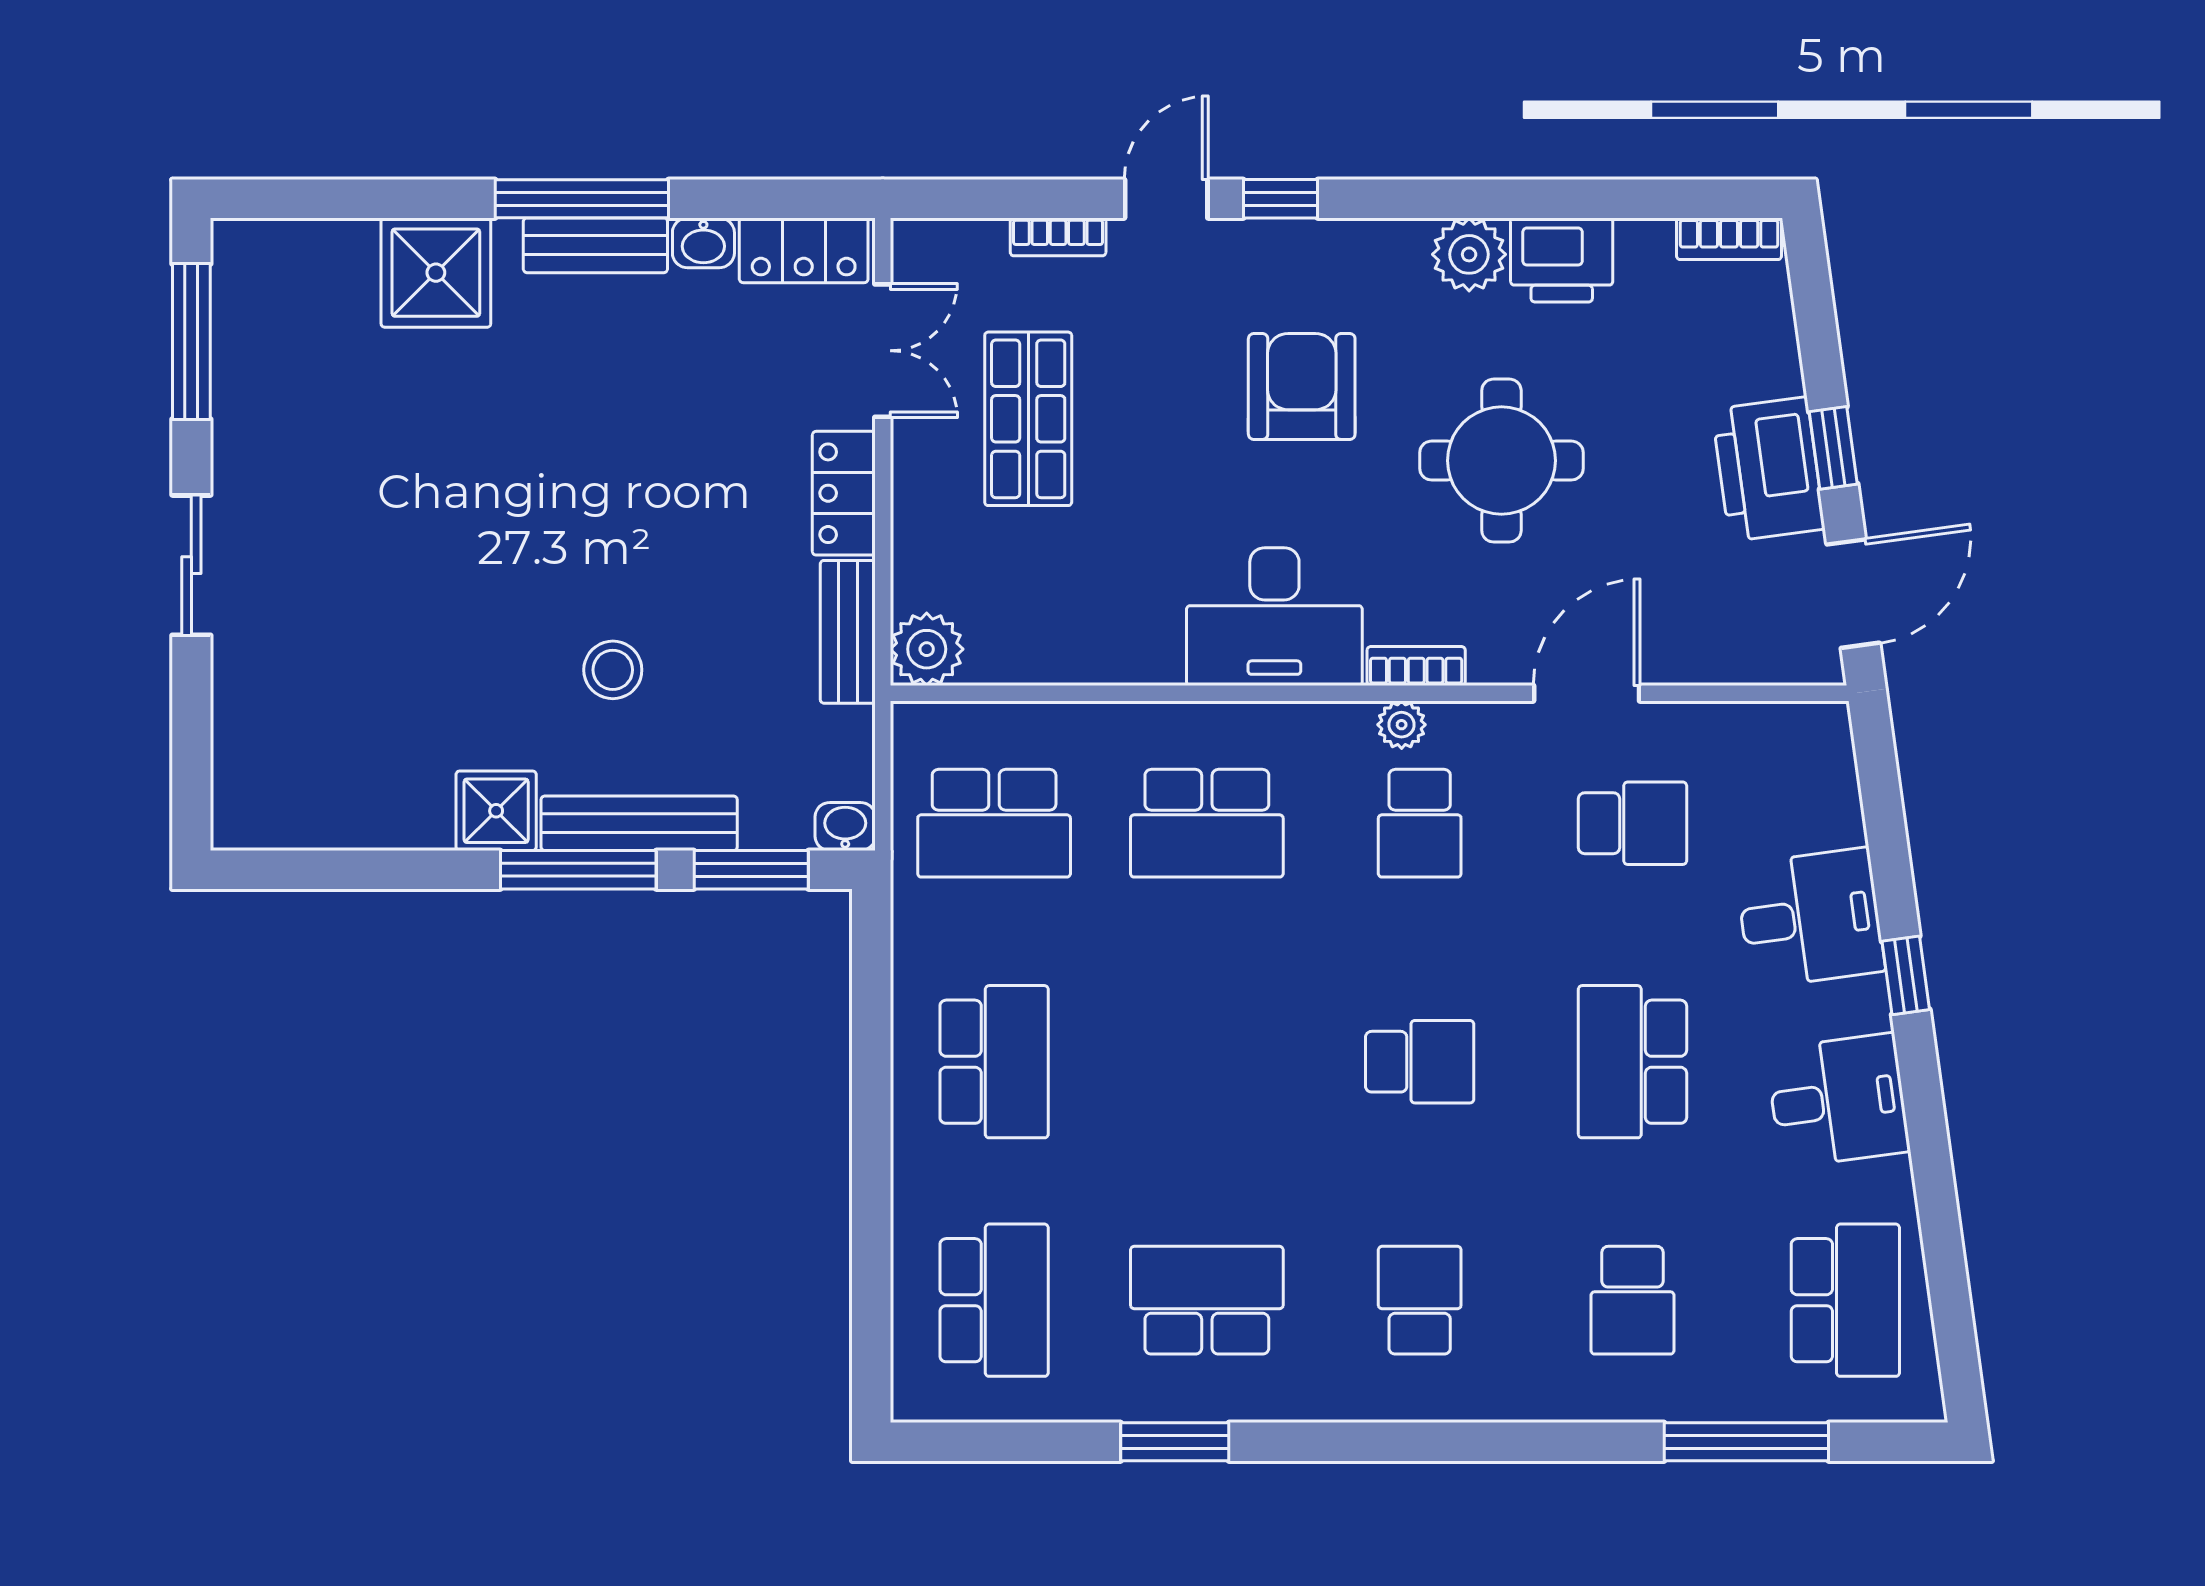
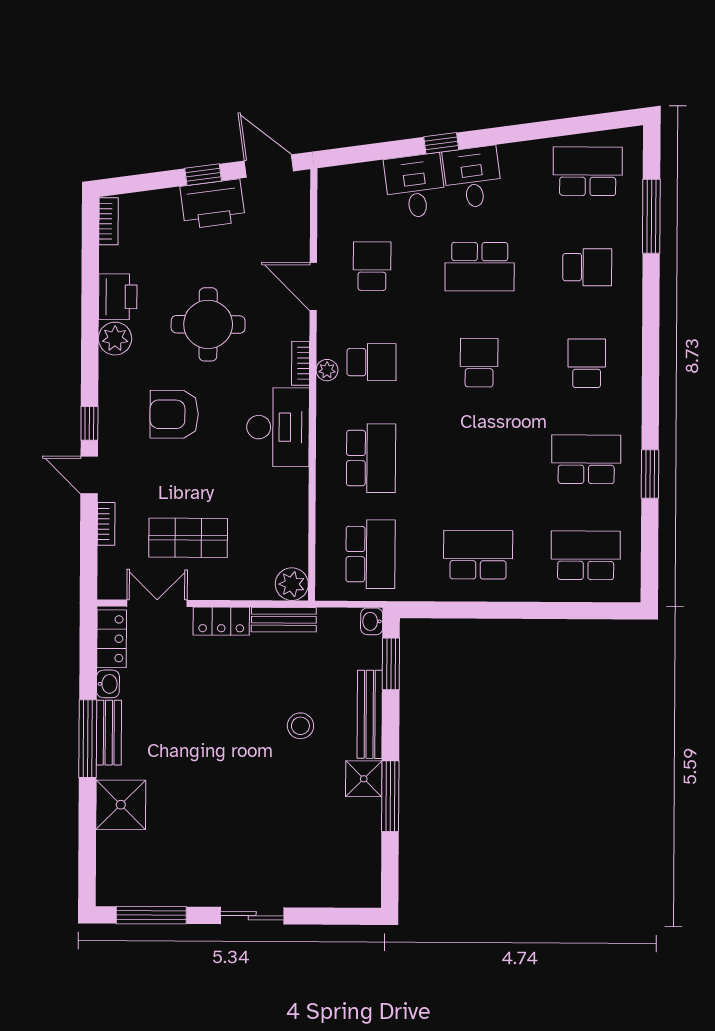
window: (578, 870) -> (390, 796), moved
desk: (1838, 1101) -> (472, 177), moved
school desk: (1207, 1300) -> (586, 459), turned 90
school desk: (1420, 1300) -> (587, 363), turned 90

